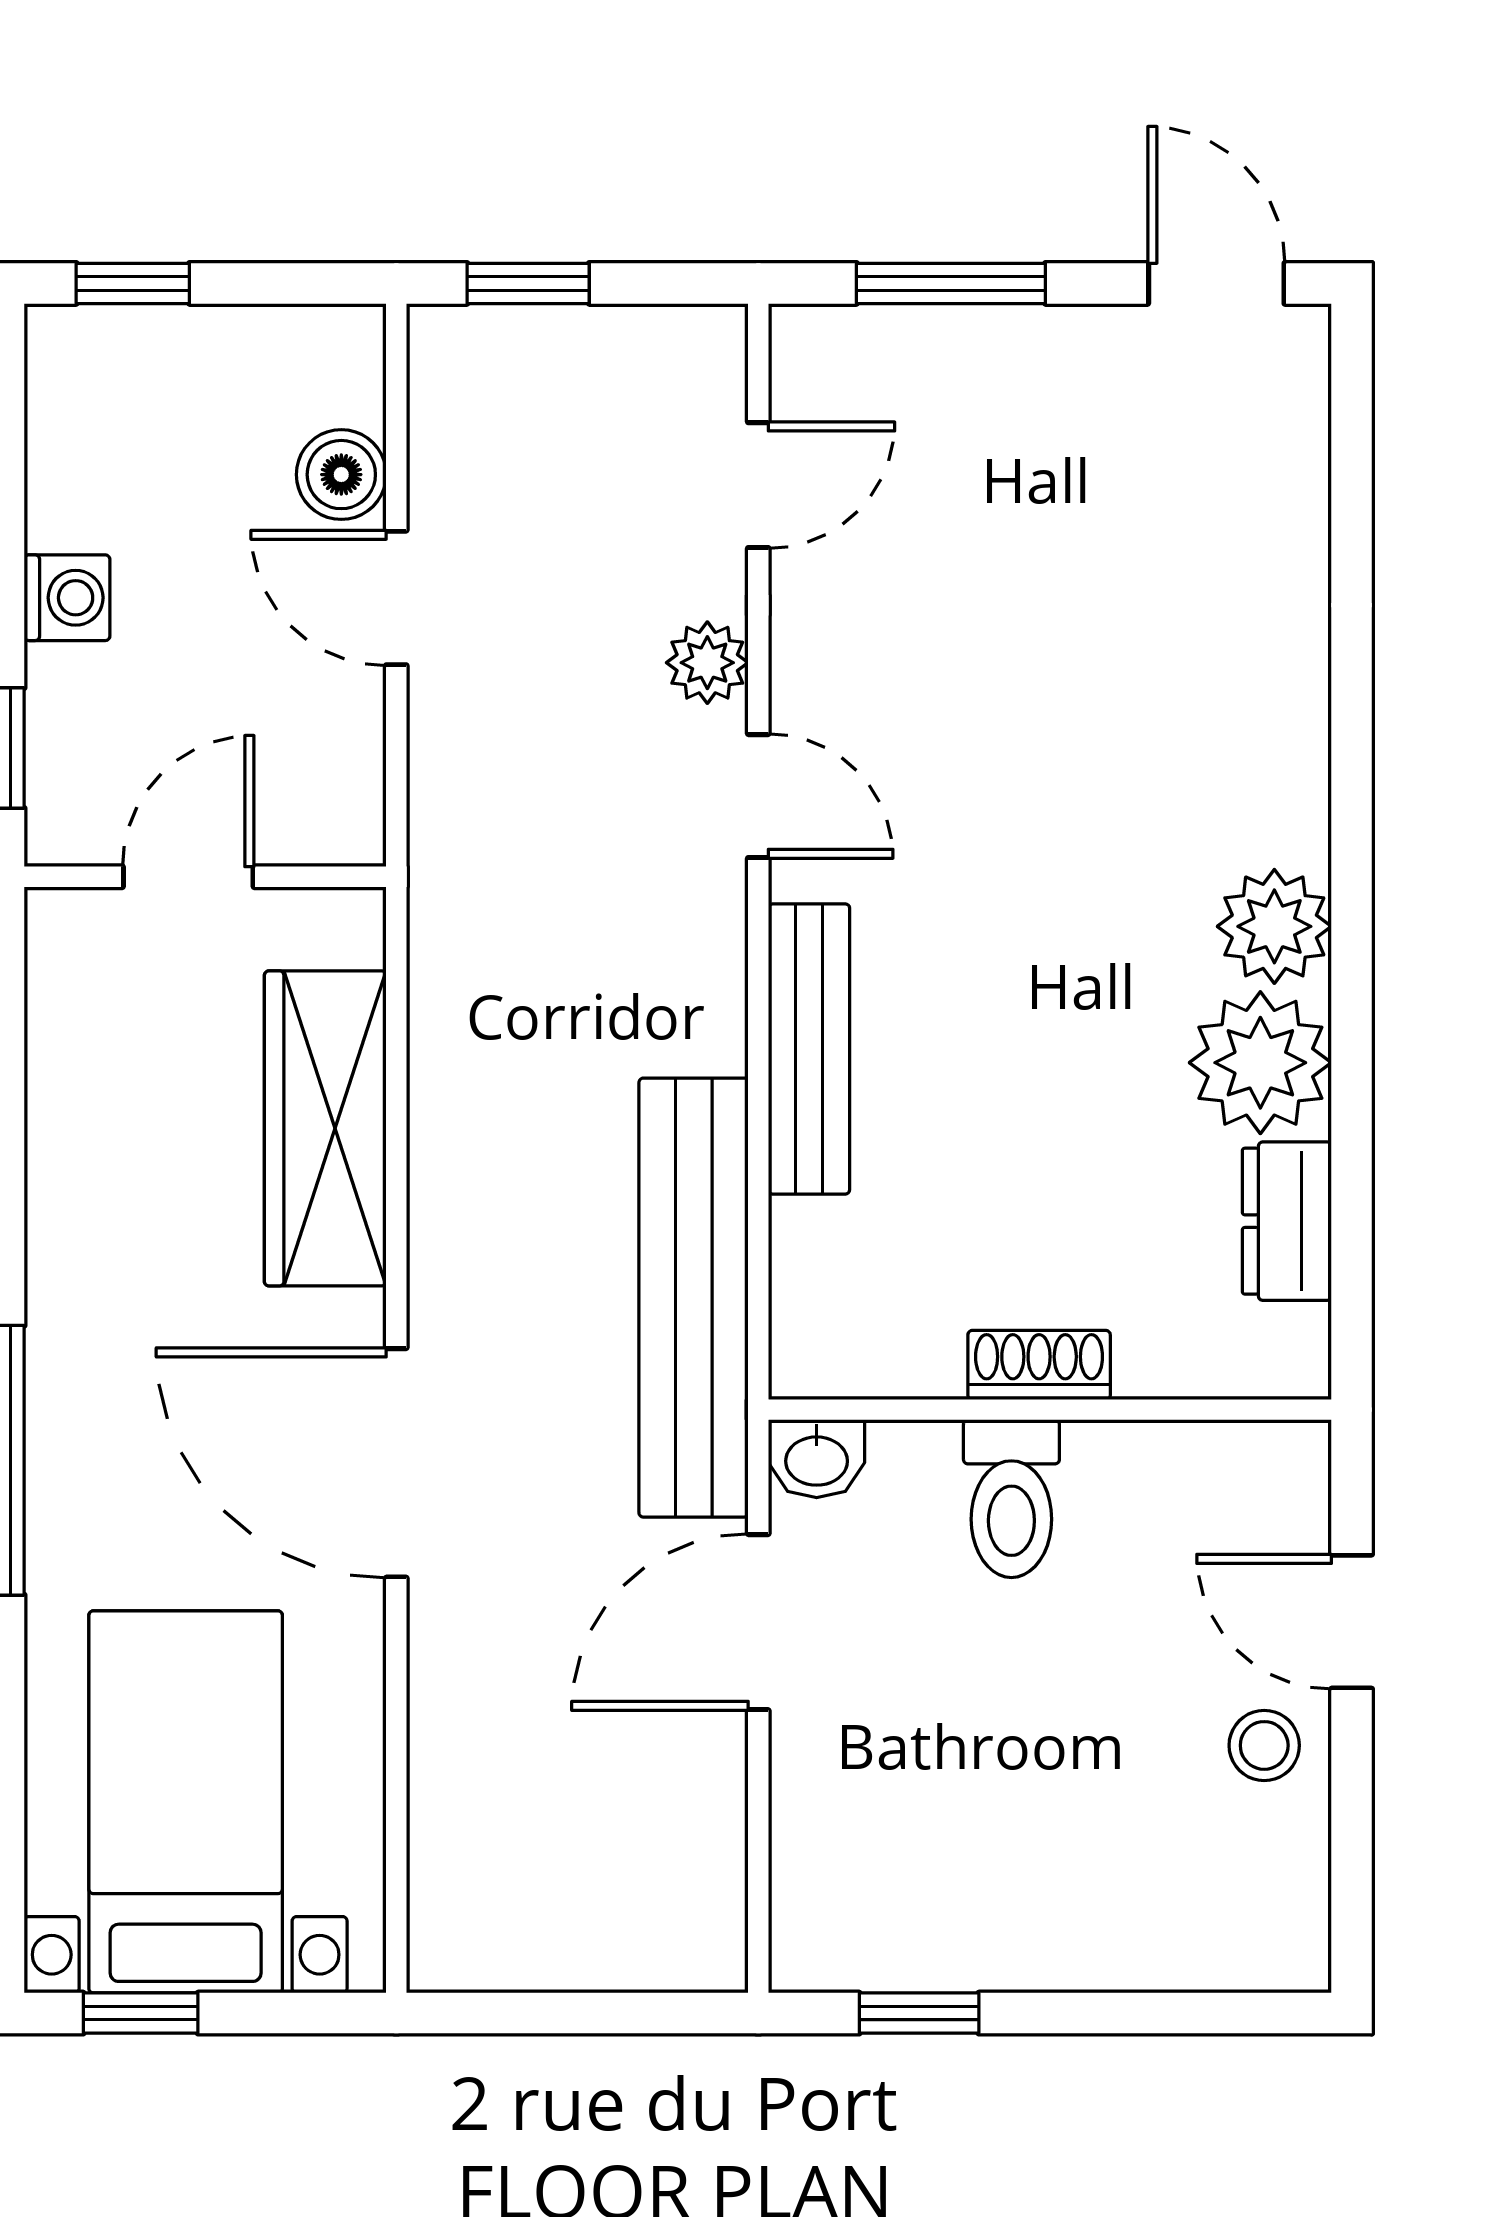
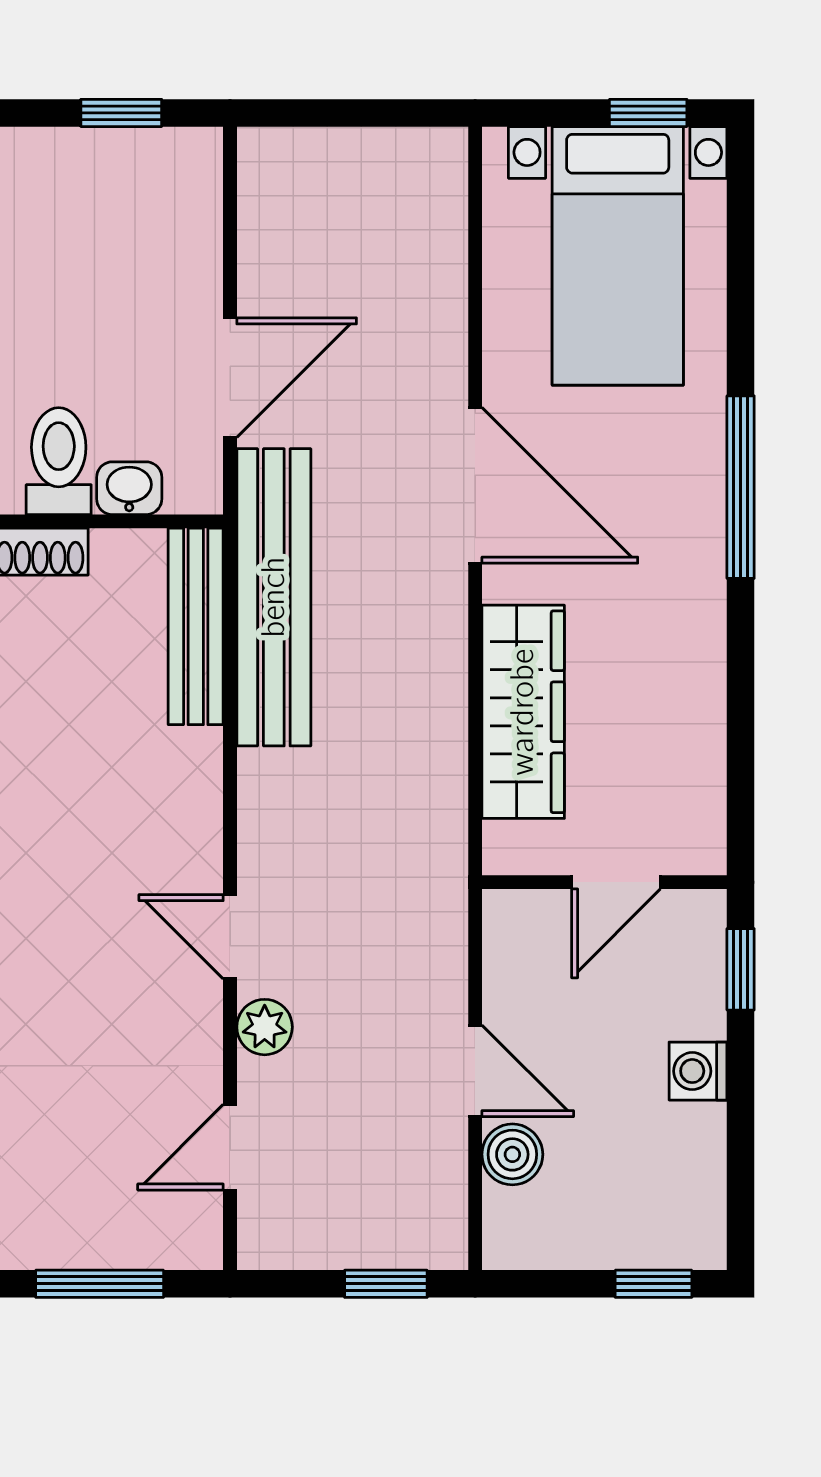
bench: (809, 1049) -> (196, 626), moved
washbasin: (817, 1459) -> (129, 488), moved

